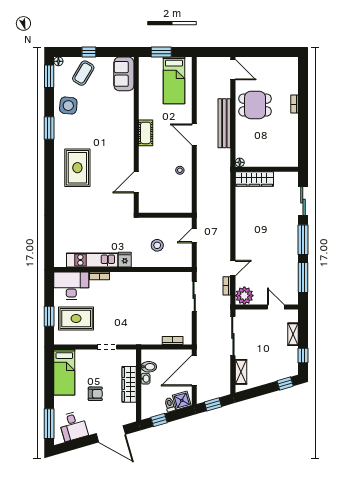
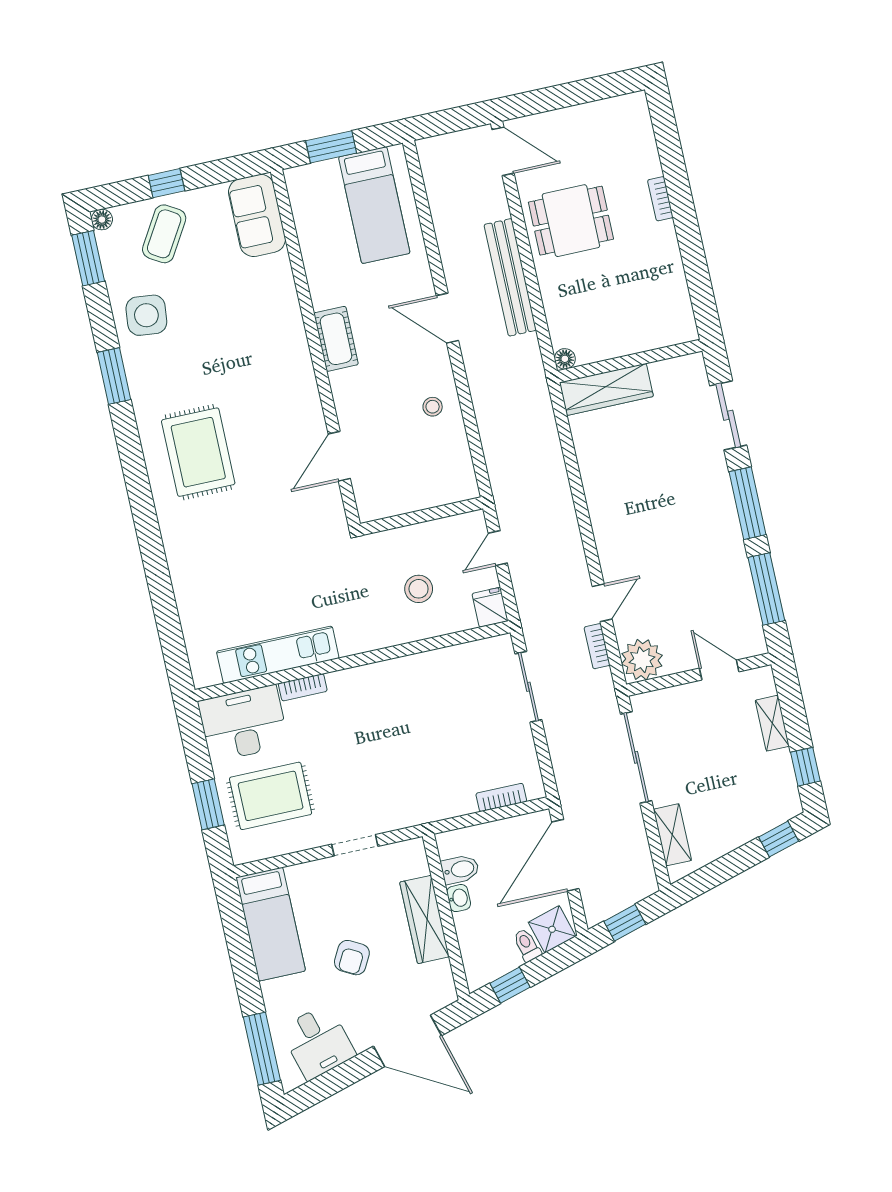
fridge: (125, 260) -> (490, 607), moved
armchair: (95, 394) -> (352, 958), turned 118

